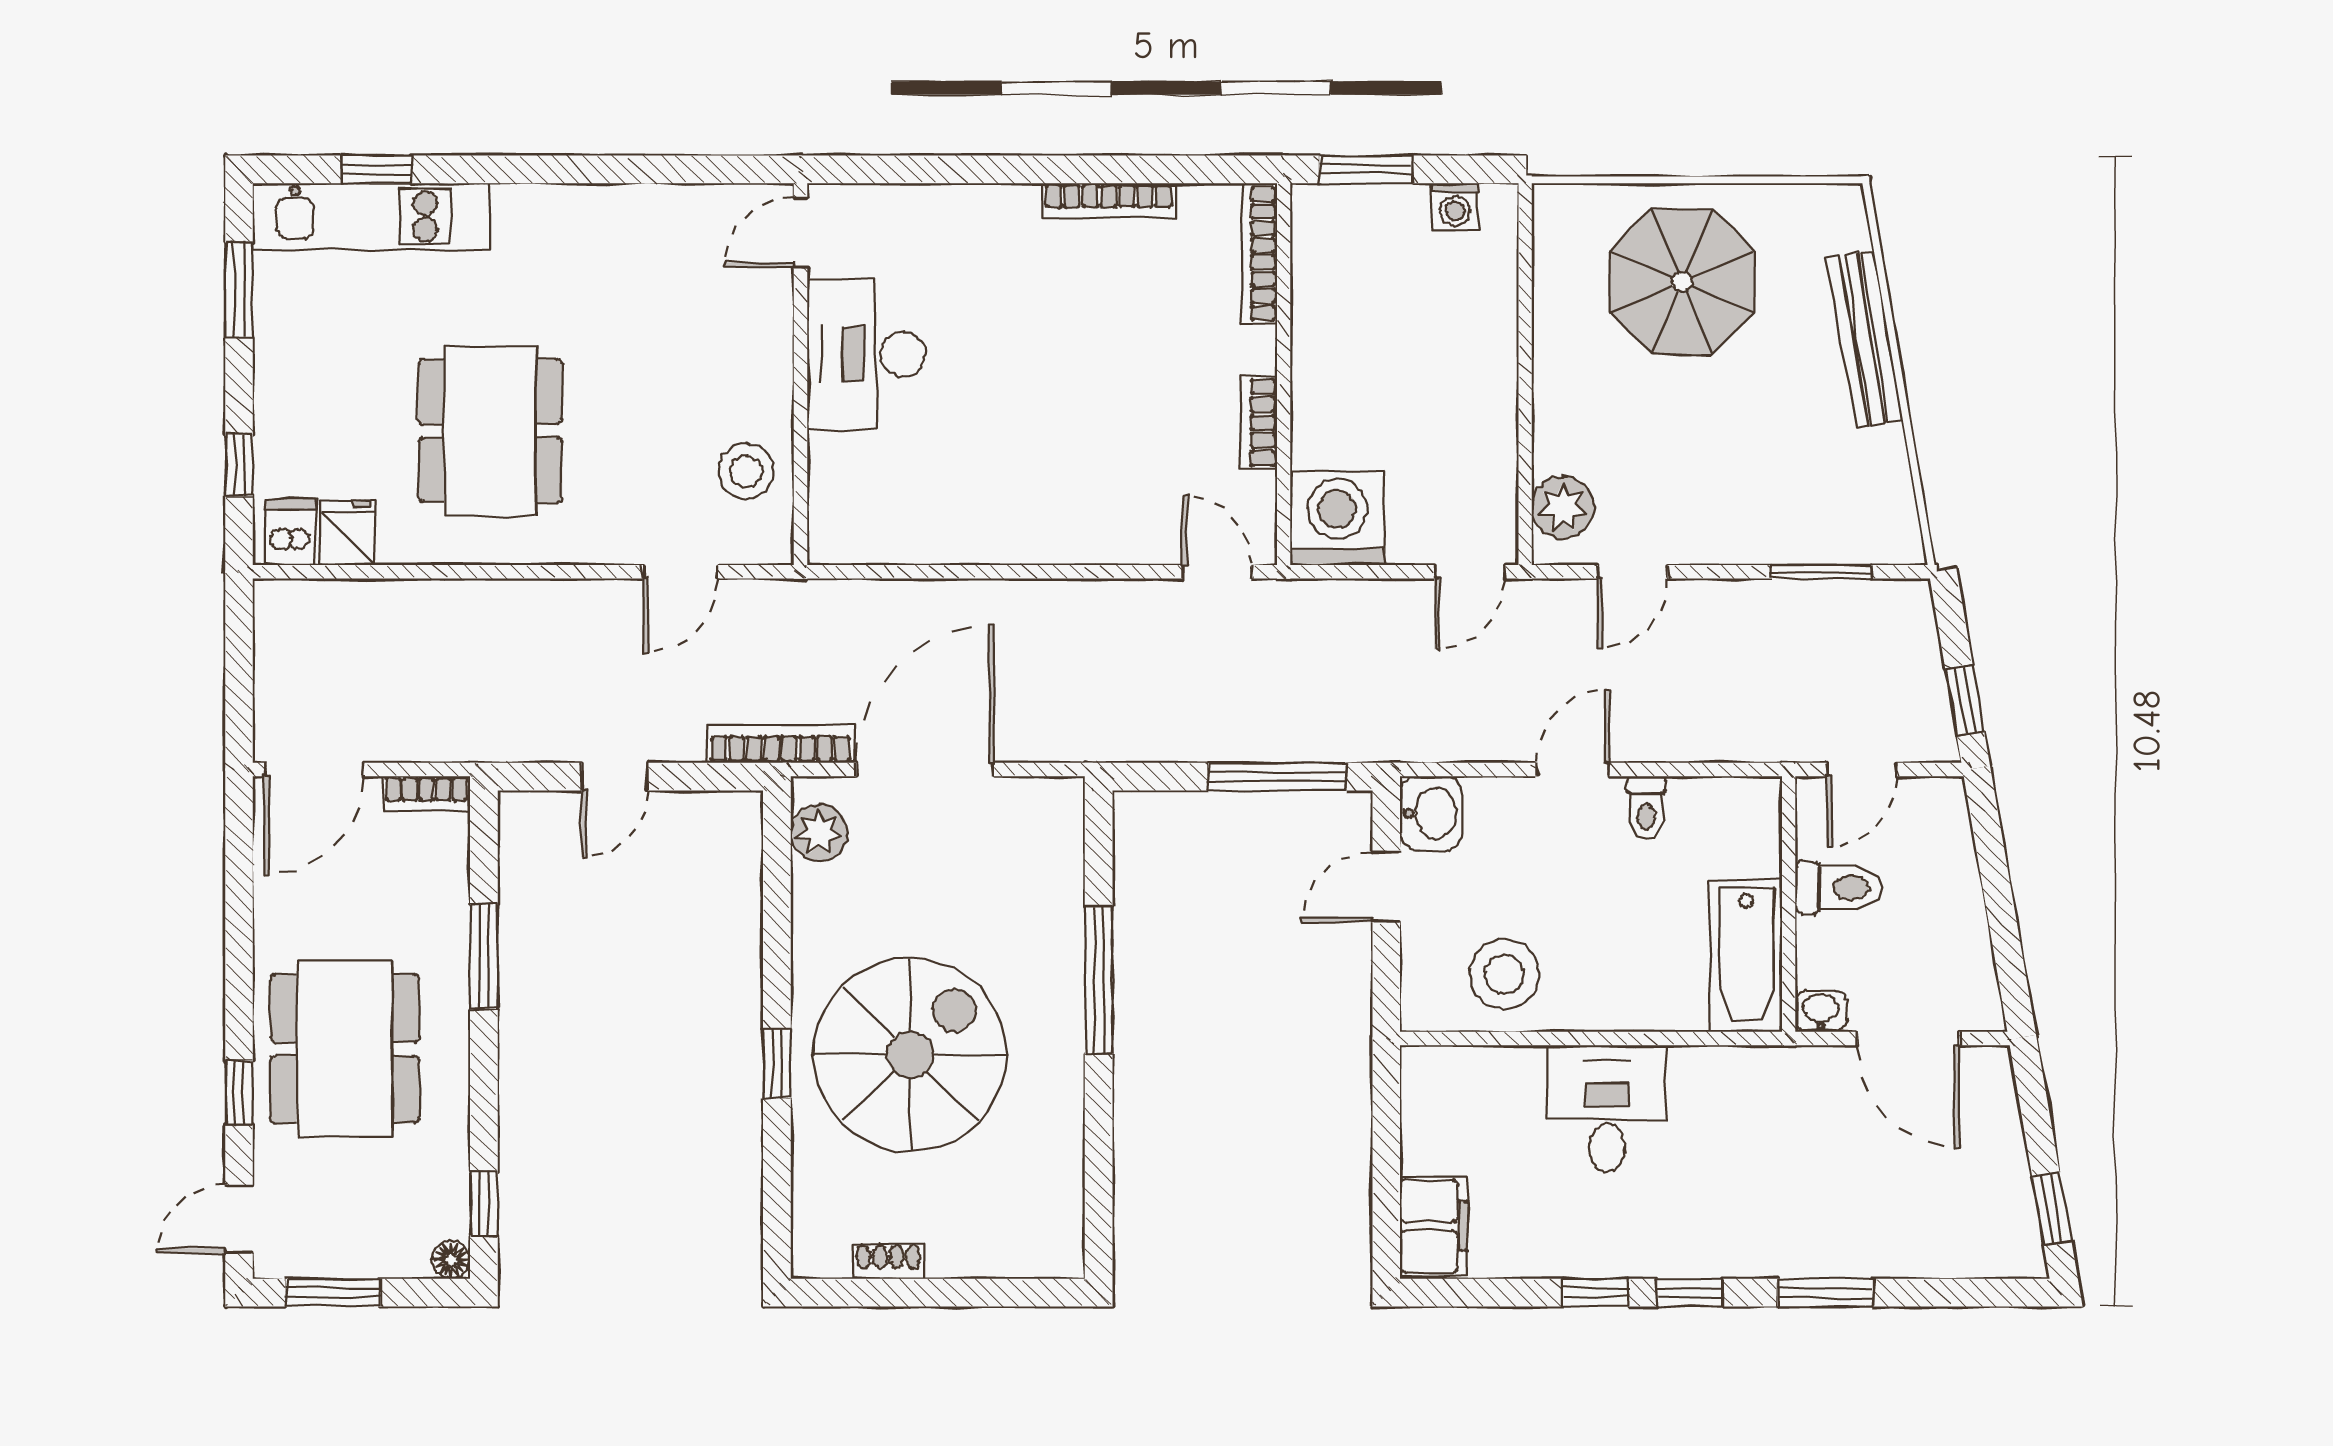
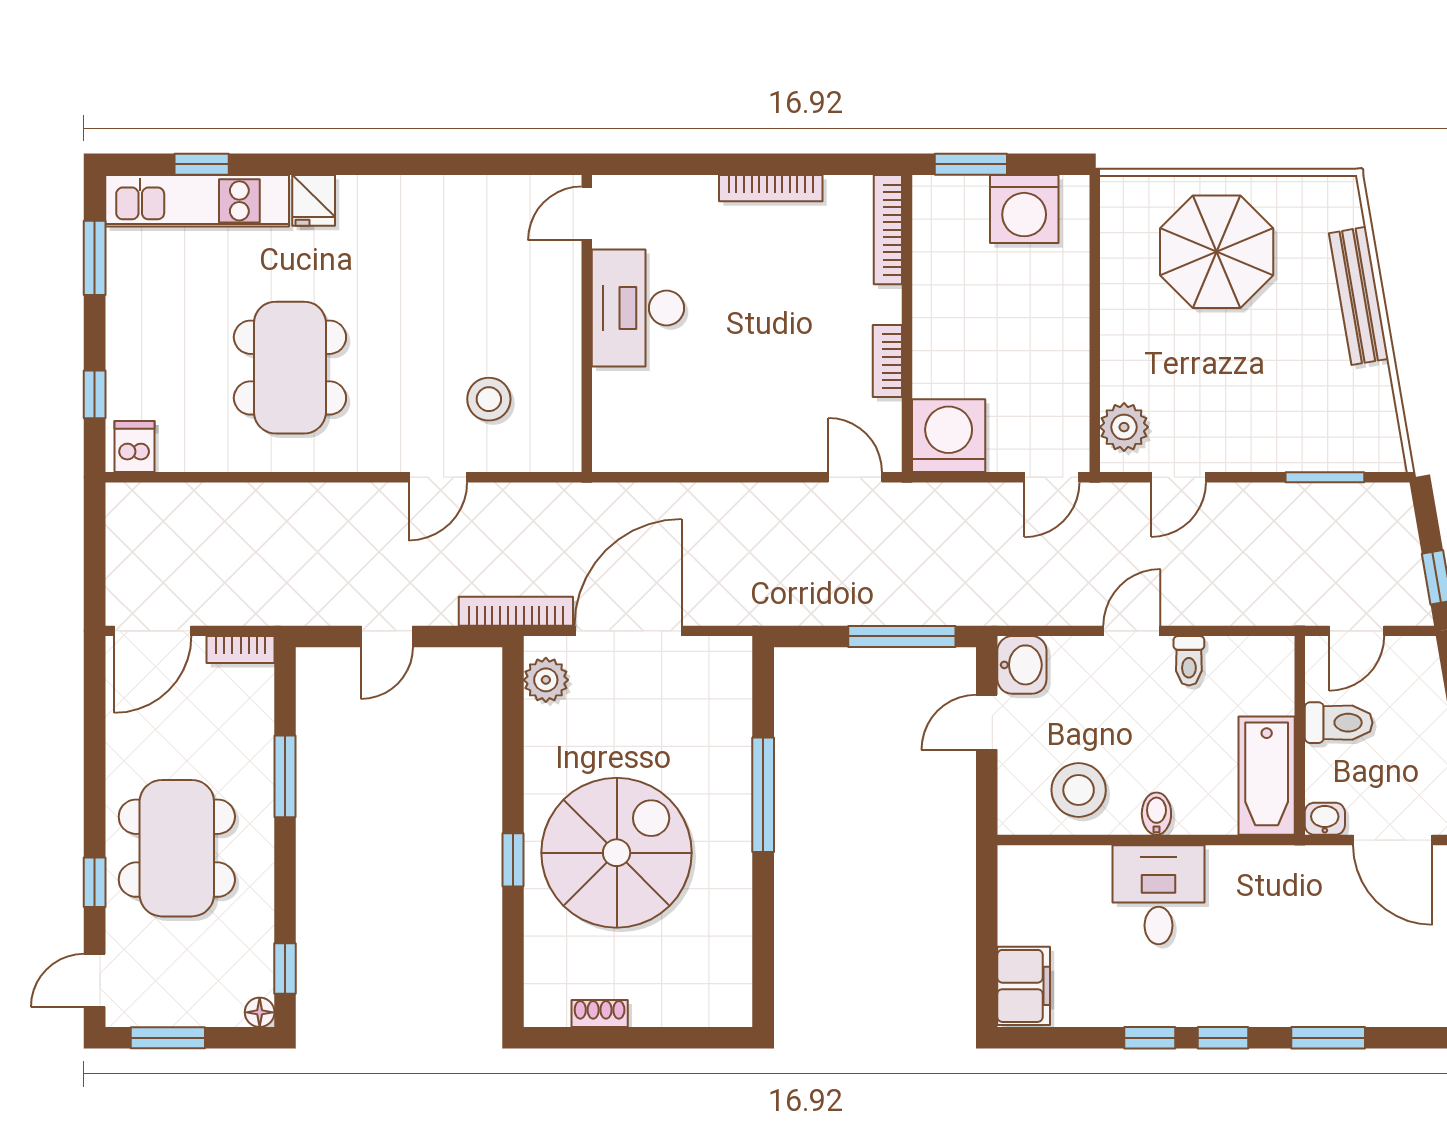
washing machine: (1455, 206) -> (1024, 209), width x1.89, depth x1.89
door: (801, 233) -> (587, 213), moved
desk: (866, 354) -> (638, 308), moved
wall: (801, 374) -> (587, 324), moved
fridge: (348, 533) -> (314, 200), moved, turned 180
bidet: (1604, 1004) -> (1156, 814), added

